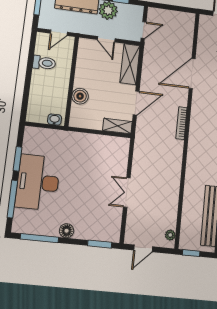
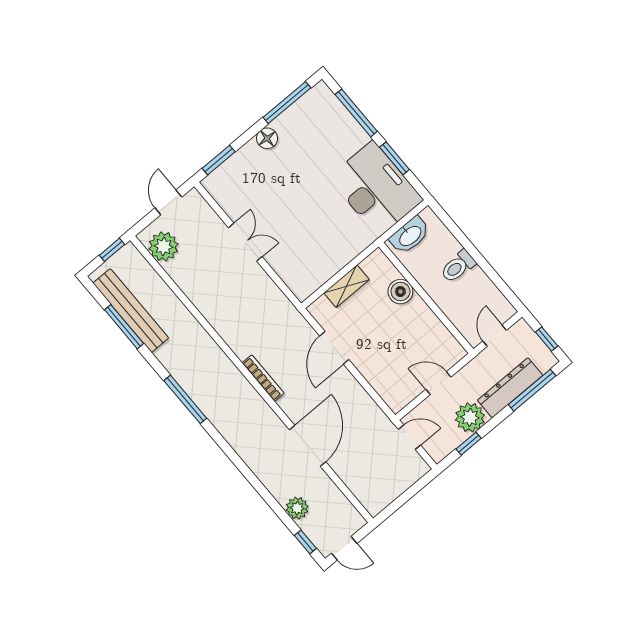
door: (144, 30) -> (410, 437), swing flipped
toilet: (44, 63) -> (458, 266), moved
shelving: (130, 64) -> (385, 383), removed
washbasin: (55, 120) -> (410, 235), width x1.91, depth x1.45
shelving: (117, 126) -> (347, 286), moved
desk: (38, 182) -> (376, 189), moved
plant: (170, 235) -> (164, 246), width x1.88, depth x1.88

